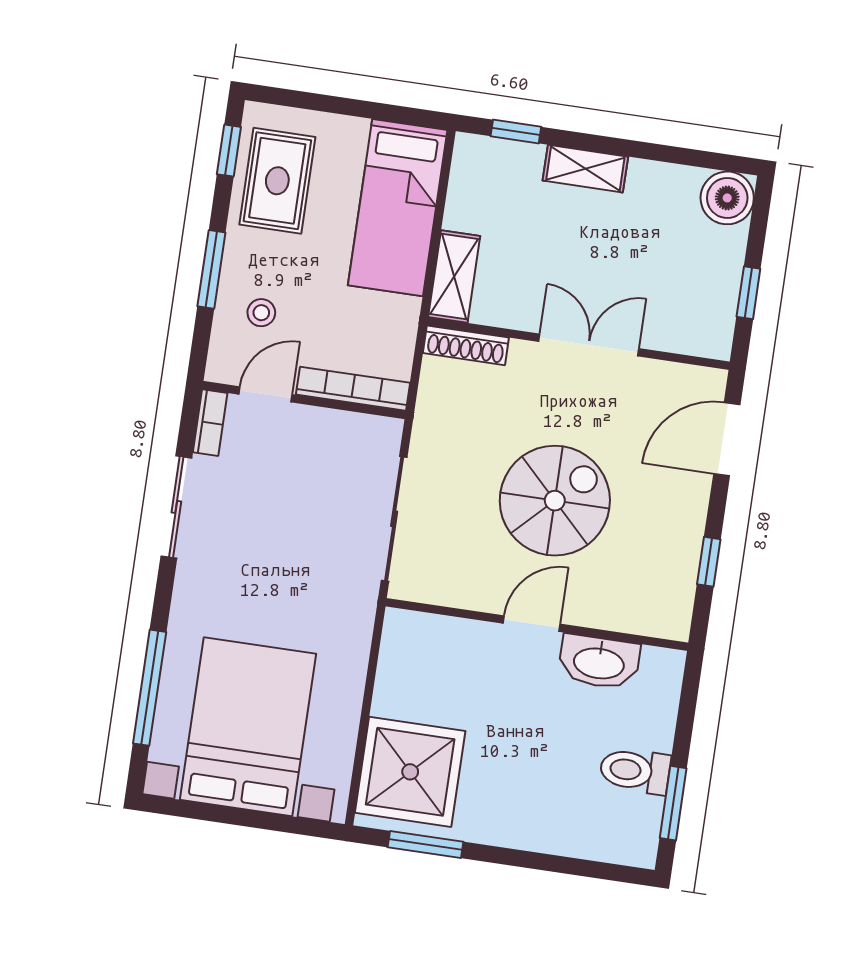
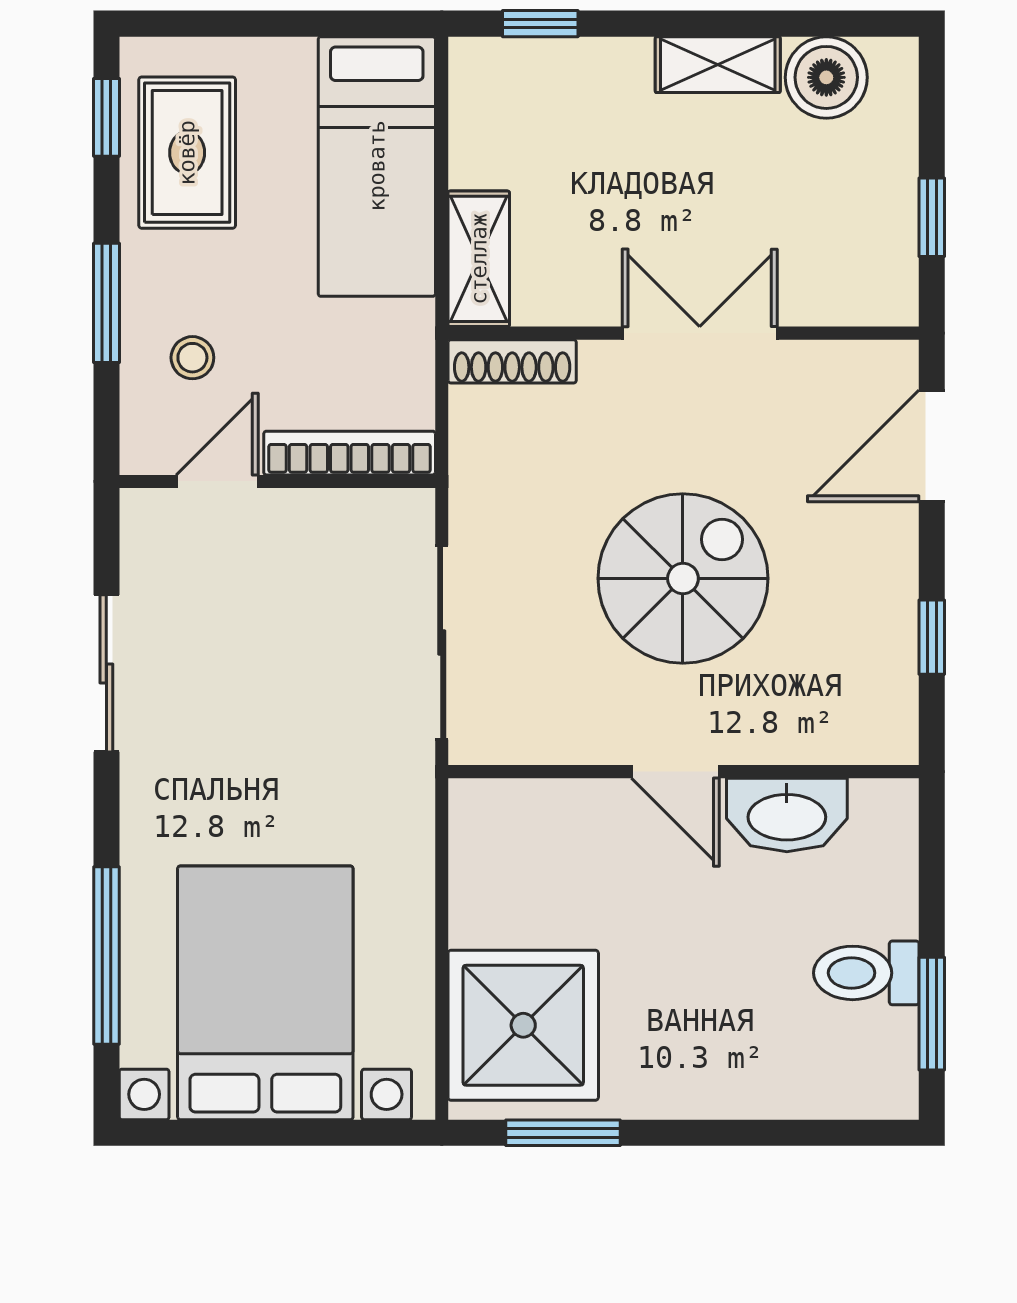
shelving: (585, 169) -> (718, 65), moved
boiler: (727, 198) -> (826, 77), moved
bookcase: (210, 423) -> (139, 537), removed
door: (532, 624) -> (675, 772), swing flipped

